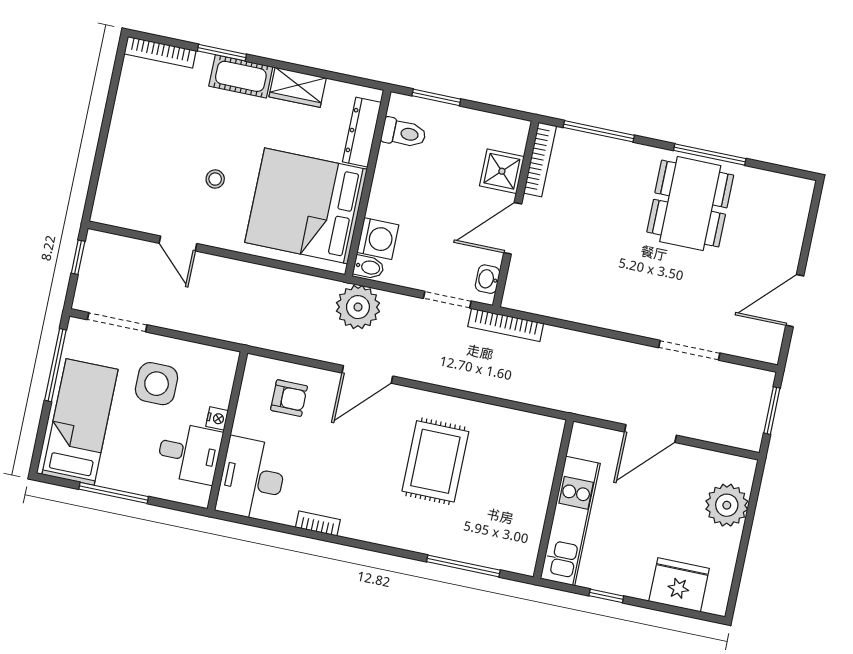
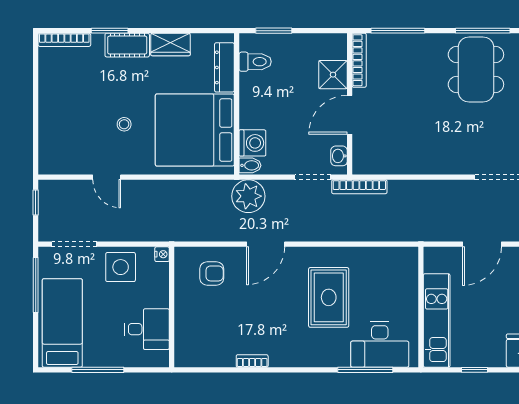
side table: (157, 384) -> (121, 267), moved
nightstand: (217, 418) -> (162, 254), moved
desk: (252, 479) -> (380, 345), moved, turned -90

